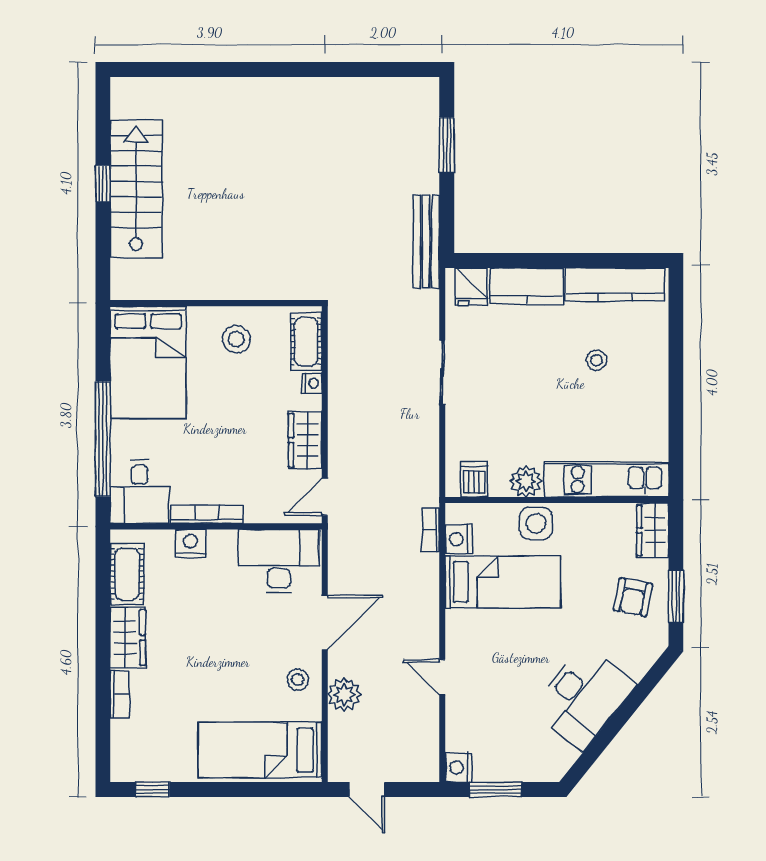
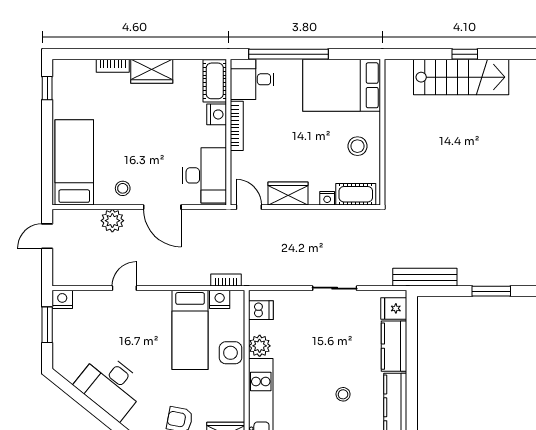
cot: (127, 574) -> (215, 81), moved, turned 90

